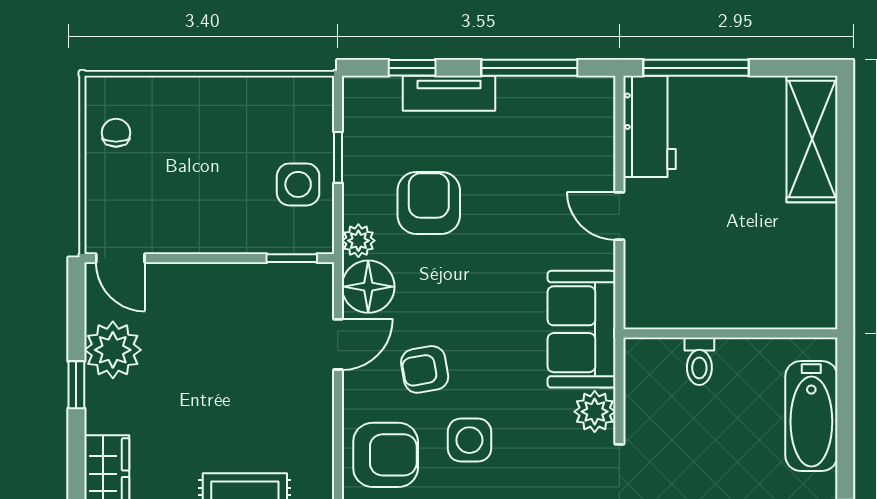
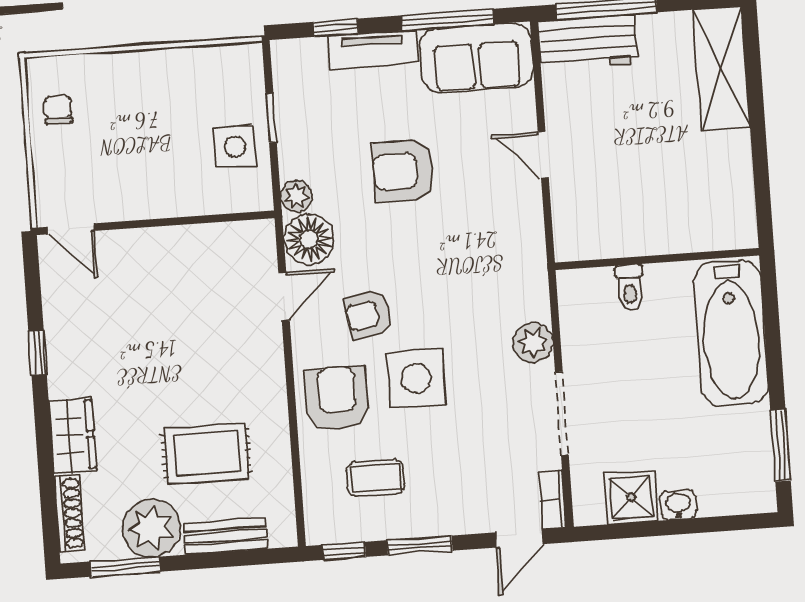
workbench: (650, 126) -> (588, 42), moved, turned 90
armchair: (429, 203) -> (404, 171), moved, turned -90
window: (292, 258) -> (234, 217), removed
sofa: (582, 329) -> (477, 58), moved, turned -90
plant: (113, 350) -> (70, 317), removed
bathtub: (811, 416) -> (731, 333), width x1.36, depth x1.36
side table: (469, 440) -> (416, 378), width x1.37, depth x1.37
armchair: (386, 455) -> (337, 398), turned -90

